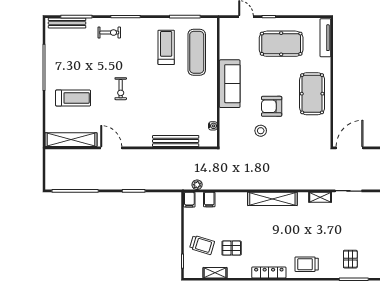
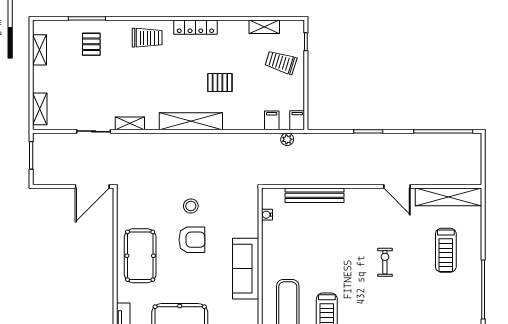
treadmill: (73, 98) -> (446, 250), turned -90
stool: (261, 131) -> (191, 206), moved
pallet: (232, 248) -> (220, 83), moved

